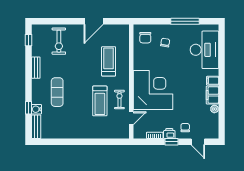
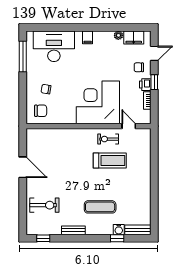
window: (185, 21) -> (23, 57), moved
treadmill: (109, 61) -> (66, 151), removed
filing cabinet: (212, 95) -> (134, 37), moved

